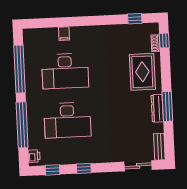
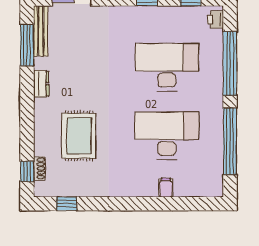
rug: (142, 72) -> (79, 136), moved
window: (167, 106) -> (27, 45), moved
dresser: (157, 108) -> (41, 84), width x0.70
bench: (159, 147) -> (41, 31), width x1.36

